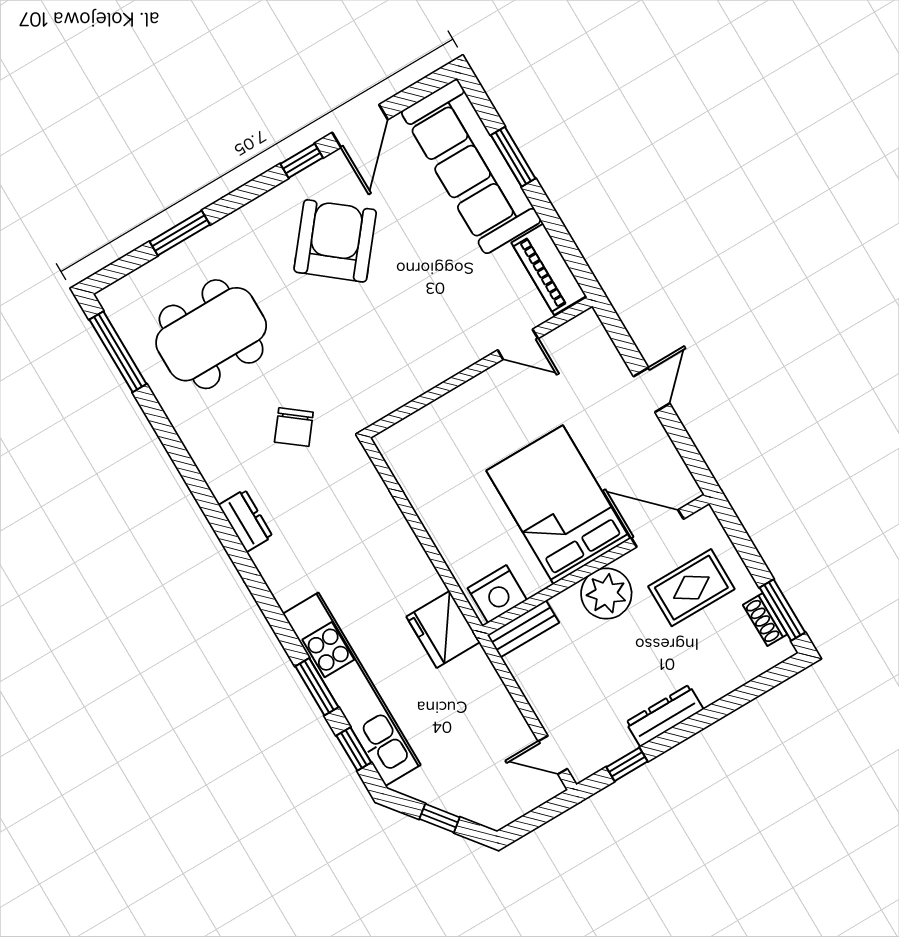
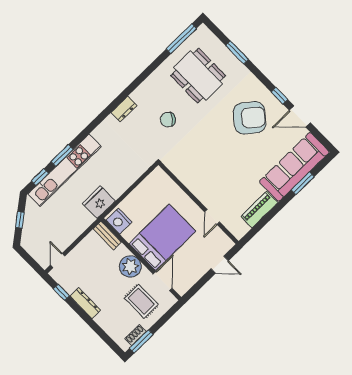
door: (518, 344) -> (212, 217), moved
wall: (479, 368) -> (199, 203), moved

